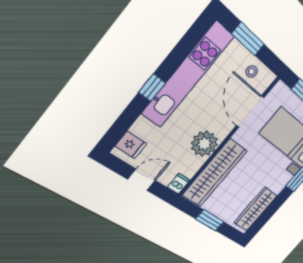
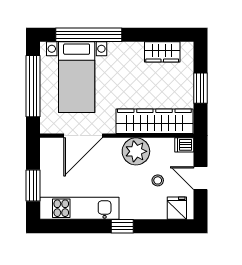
stool: (252, 71) -> (158, 180), moved
kitchen unit: (188, 75) -> (79, 208), width x0.73
wardrobe: (256, 209) -> (162, 52), width x0.67

